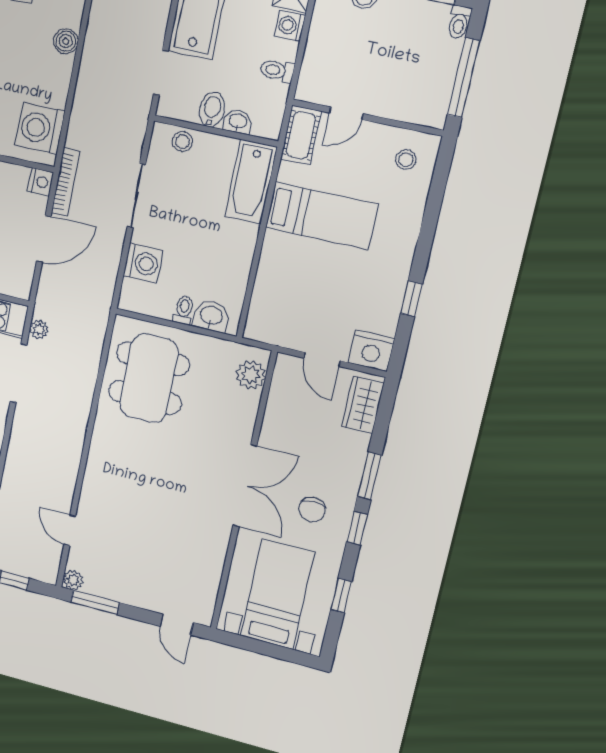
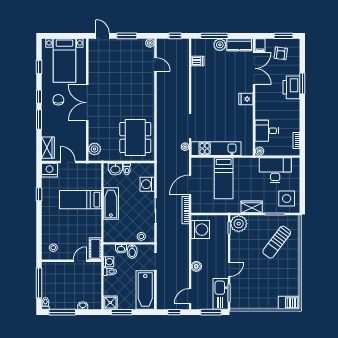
washing machine: (290, 26) -> (109, 262), moved
nightstand: (41, 182) -> (196, 208), removed
bathtub: (251, 182) -> (111, 204), moved
bed: (322, 216) -> (80, 200), moved
window: (95, 602) -> (127, 36), moved

